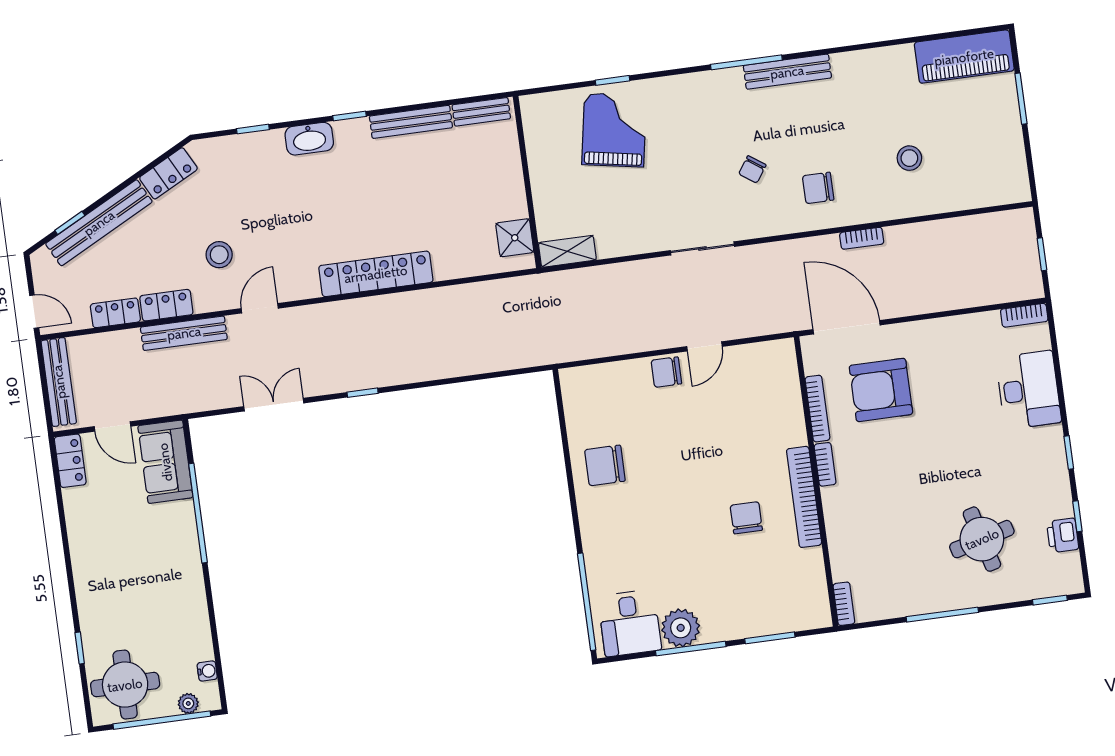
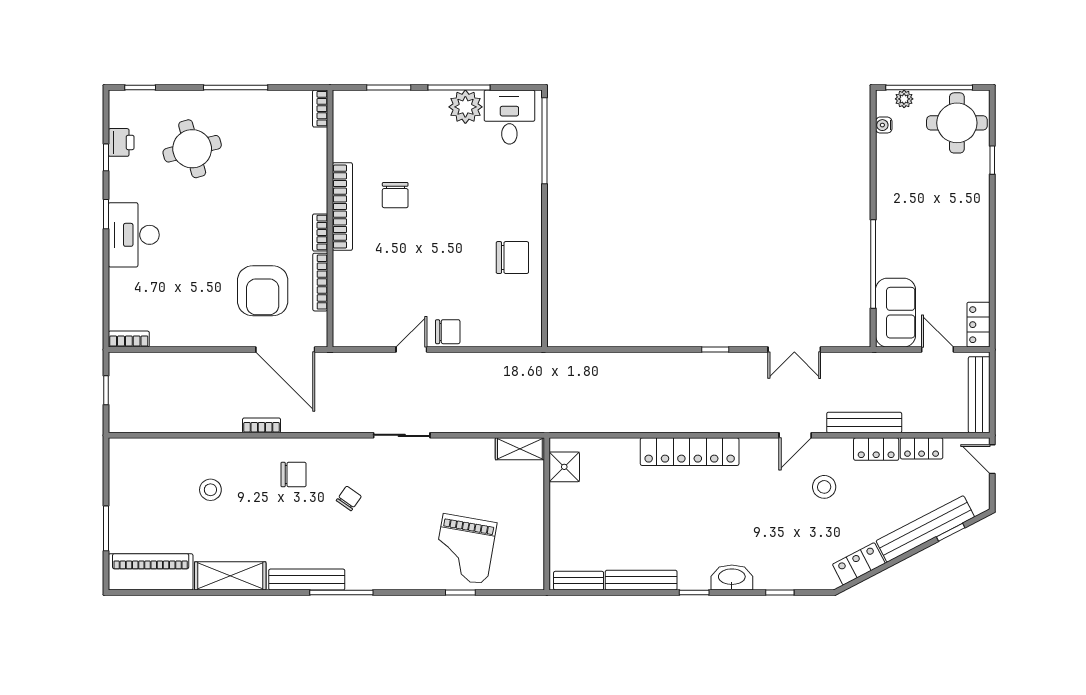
shelving: (874, 64) -> (230, 576), added
armchair: (881, 390) -> (263, 291), turned 90
desk: (1029, 390) -> (134, 235), moved

